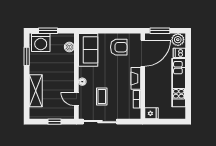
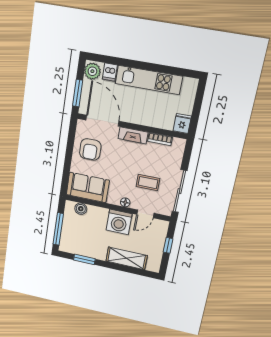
window: (48, 31) -> (58, 229), width x1.44
washing machine: (41, 43) -> (119, 222), moved, turned 90
armchair: (119, 47) -> (90, 149), turned 180

